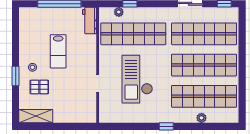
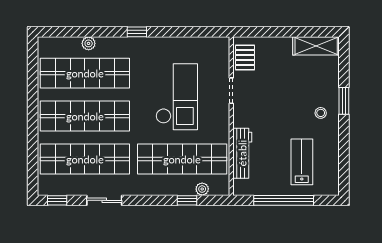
workbench: (90, 21) -> (242, 153), moved, width x1.38
lab bench: (58, 51) -> (302, 162), moved
pallet: (39, 87) -> (245, 57), moved, turned 90

